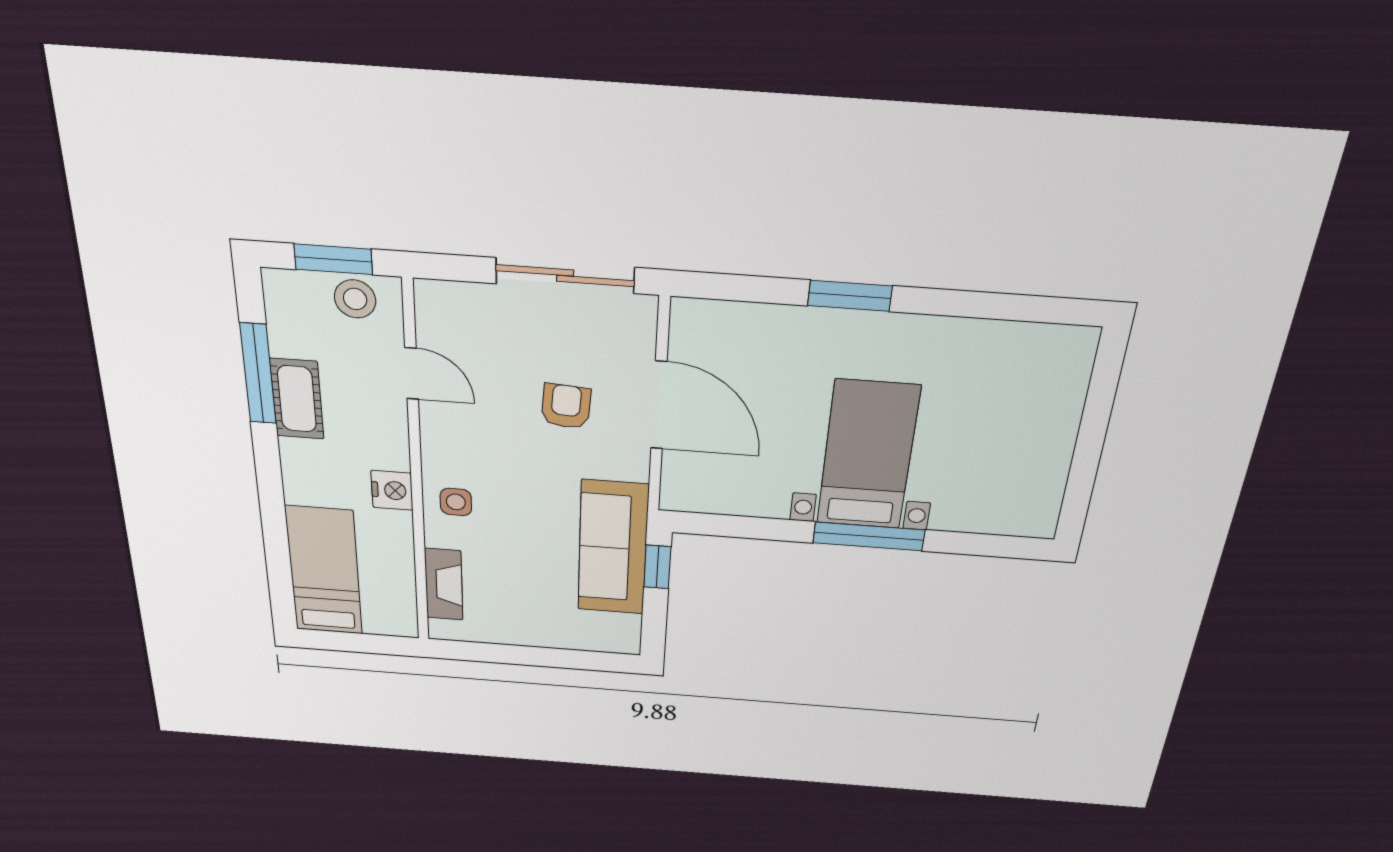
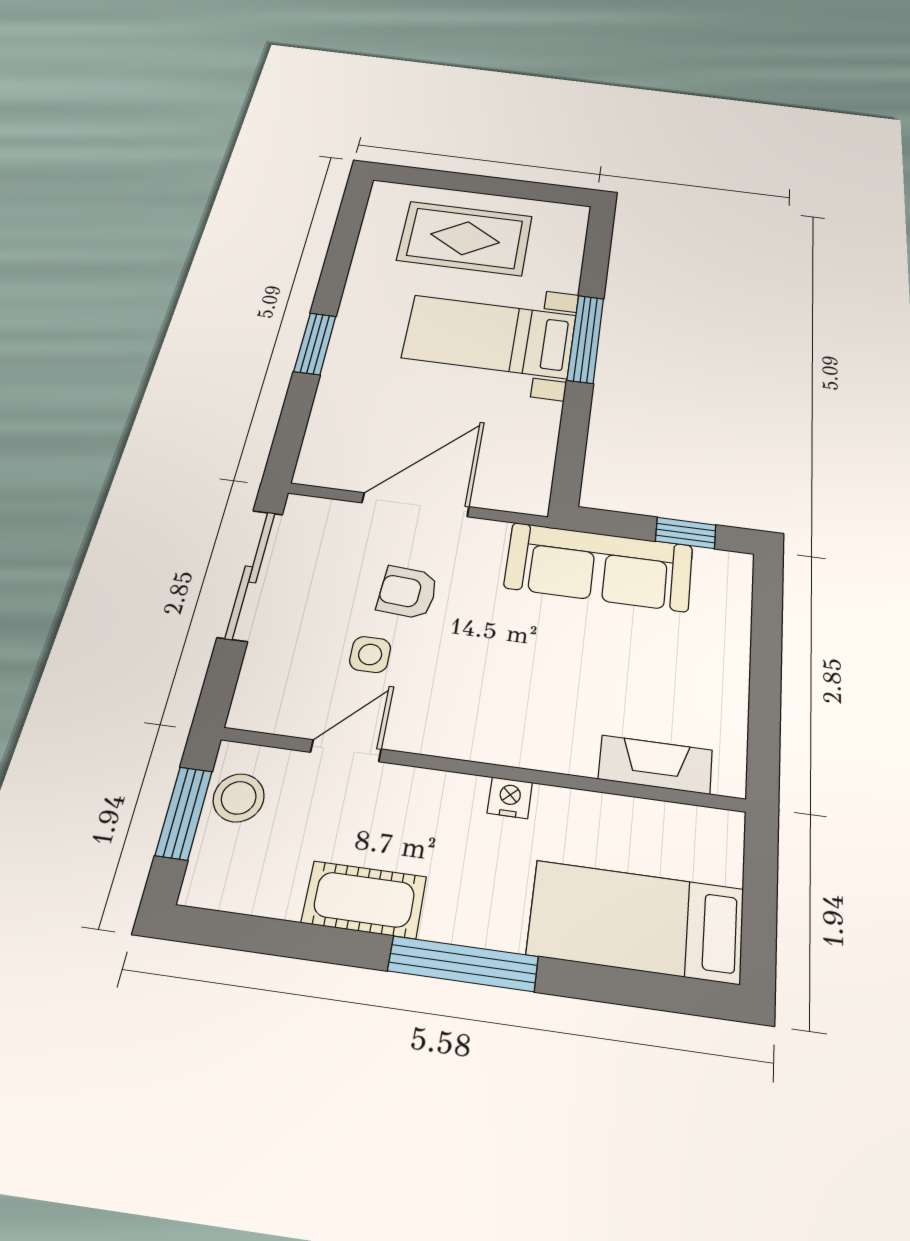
window: (258, 374) -> (463, 964), moved
rug: (1007, 426) -> (465, 238), added
nightstand: (392, 490) -> (510, 798), width x0.72, depth x0.74
side table: (456, 502) -> (370, 654), moved
window: (657, 567) -> (686, 533), moved

